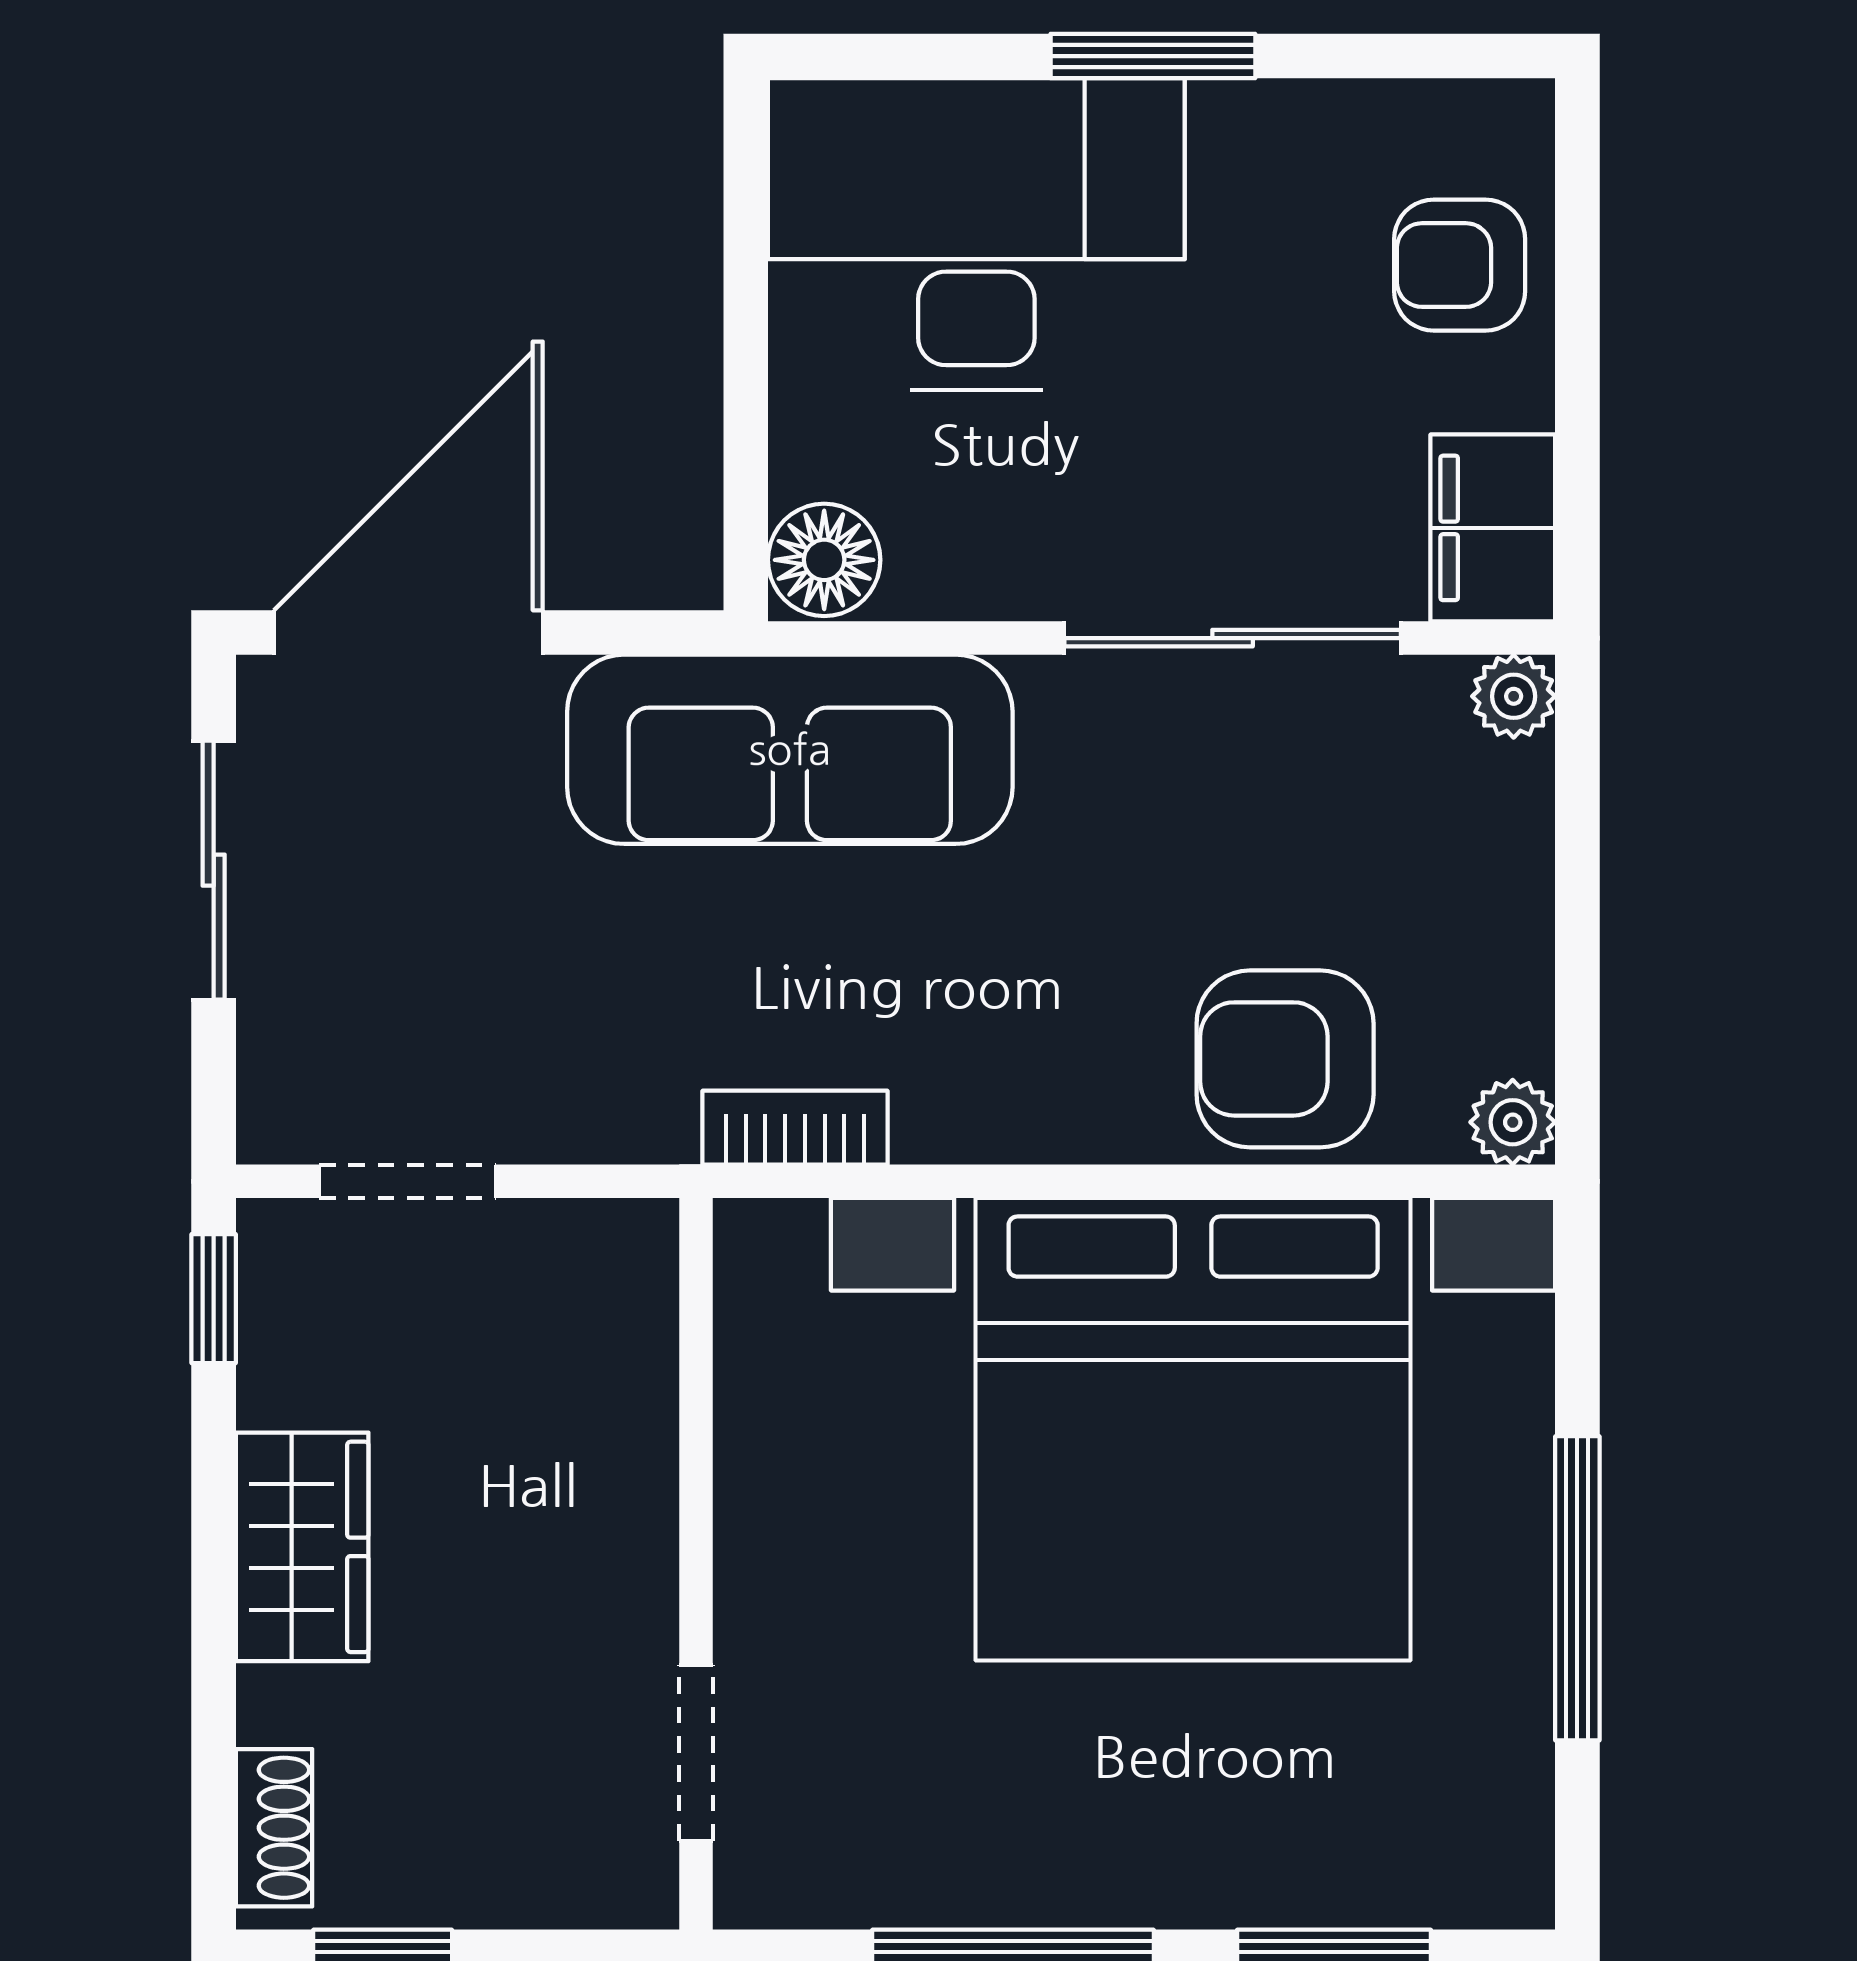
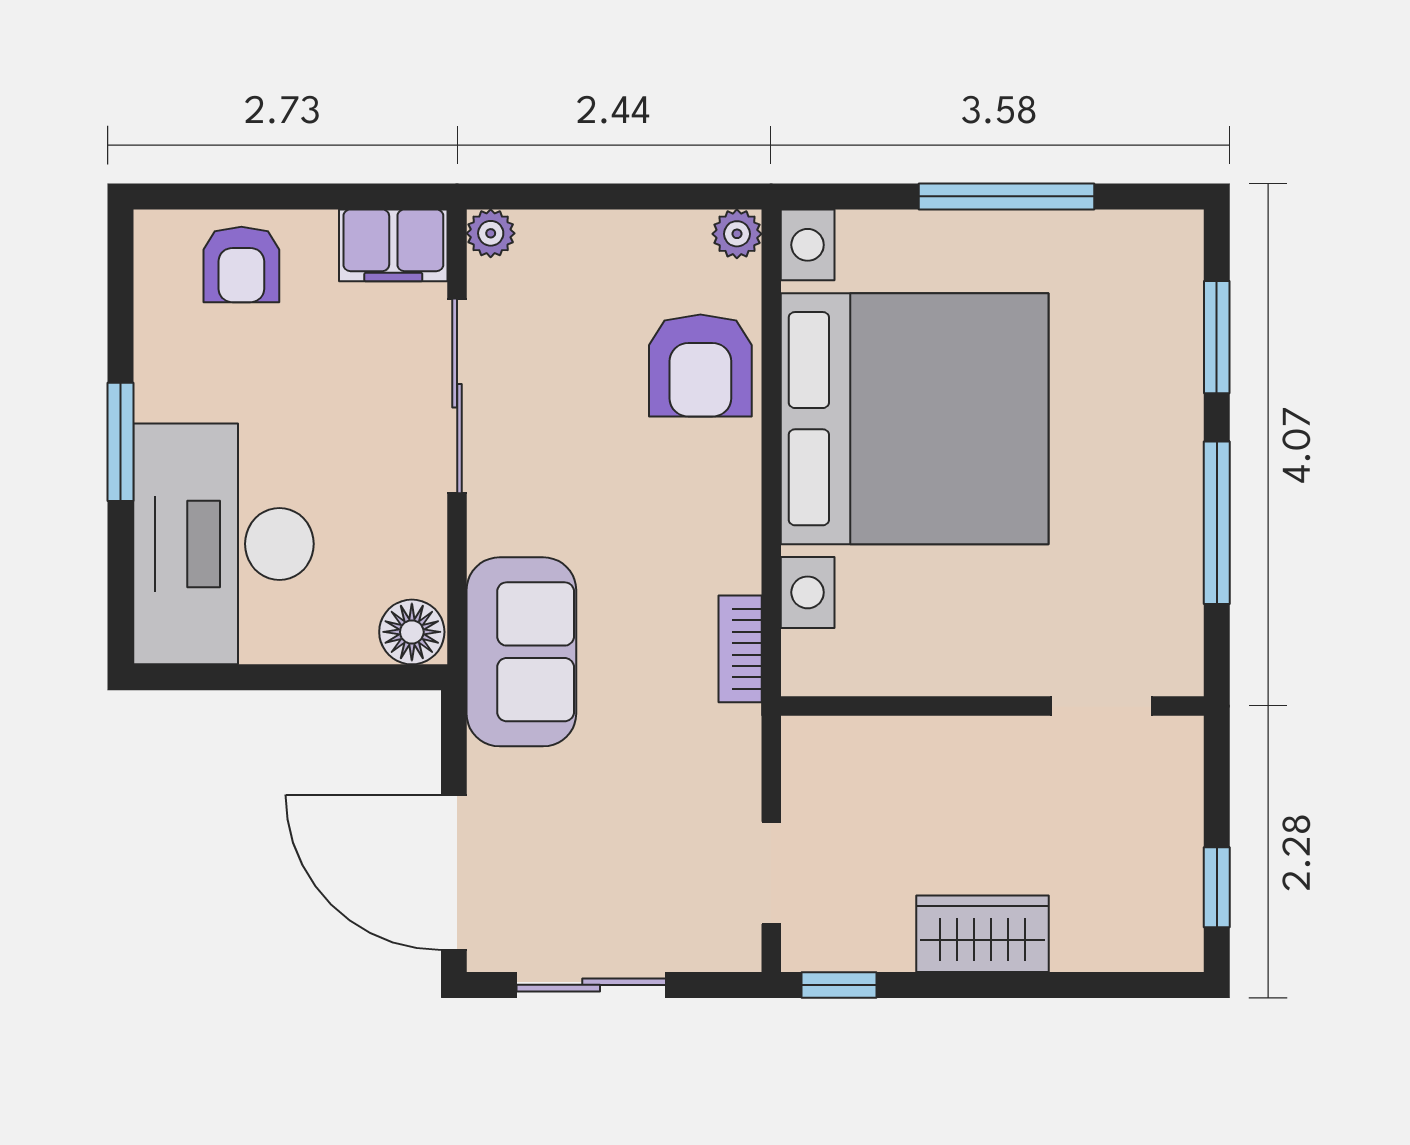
sofa: (790, 749) -> (521, 652), width x0.73
shoe rack: (274, 1828) -> (1145, 950), removed

